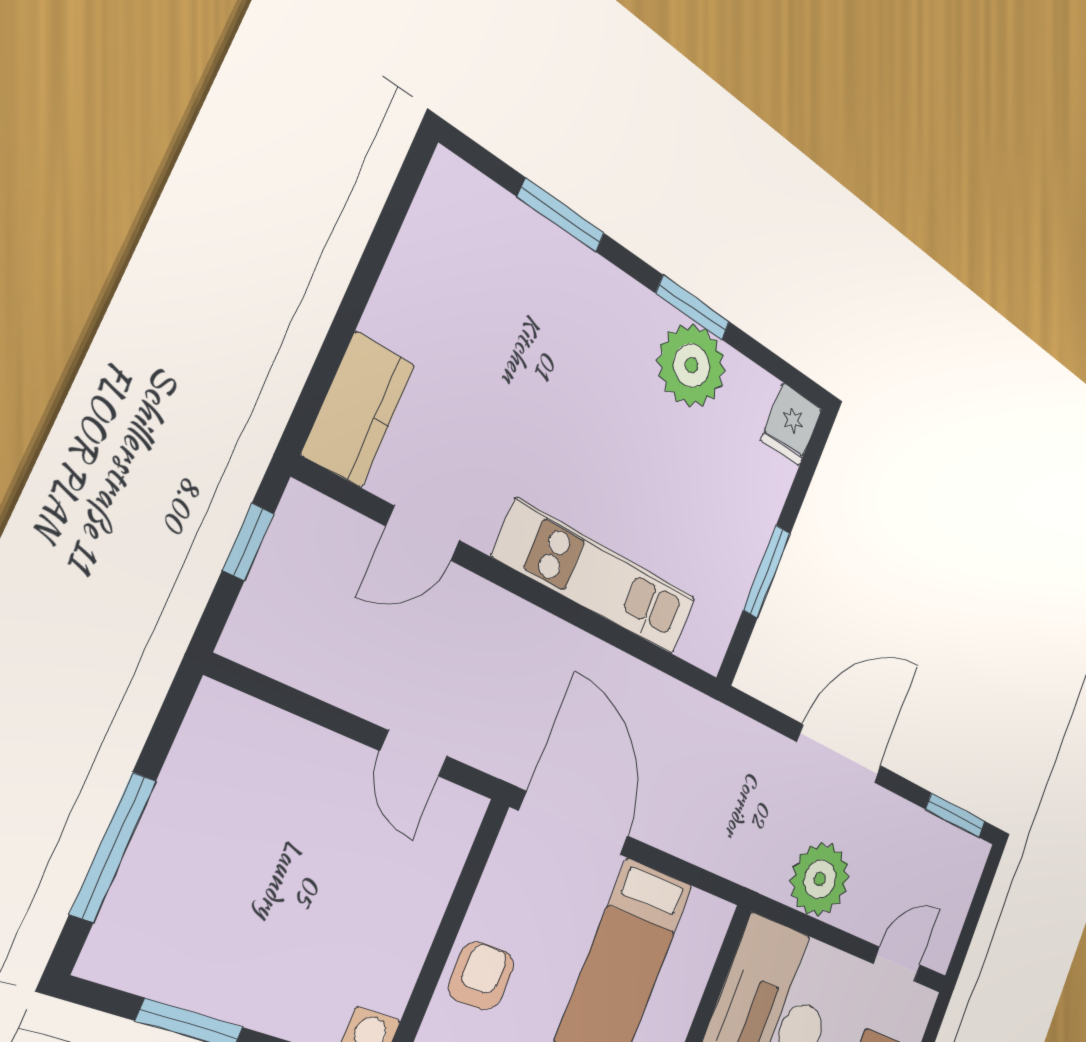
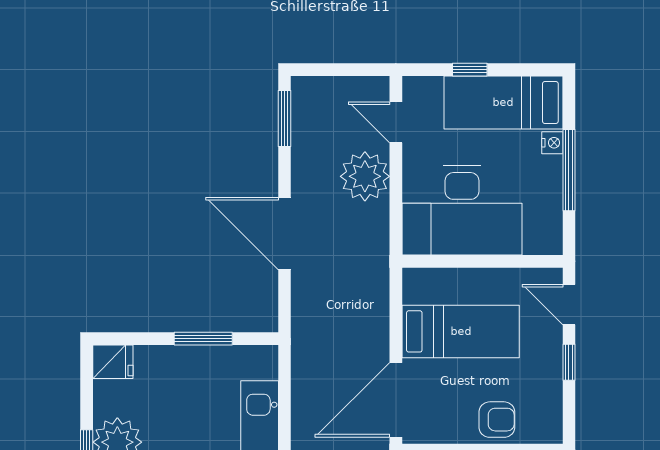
plant: (820, 879) -> (365, 176), moved
armchair: (481, 976) -> (497, 420), turned 180

